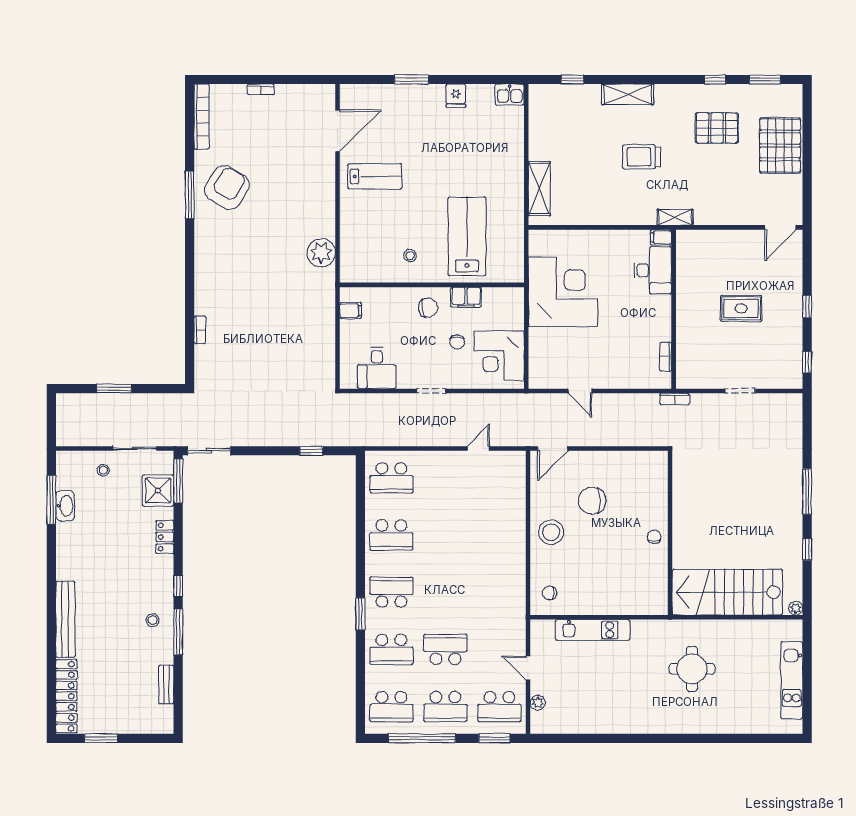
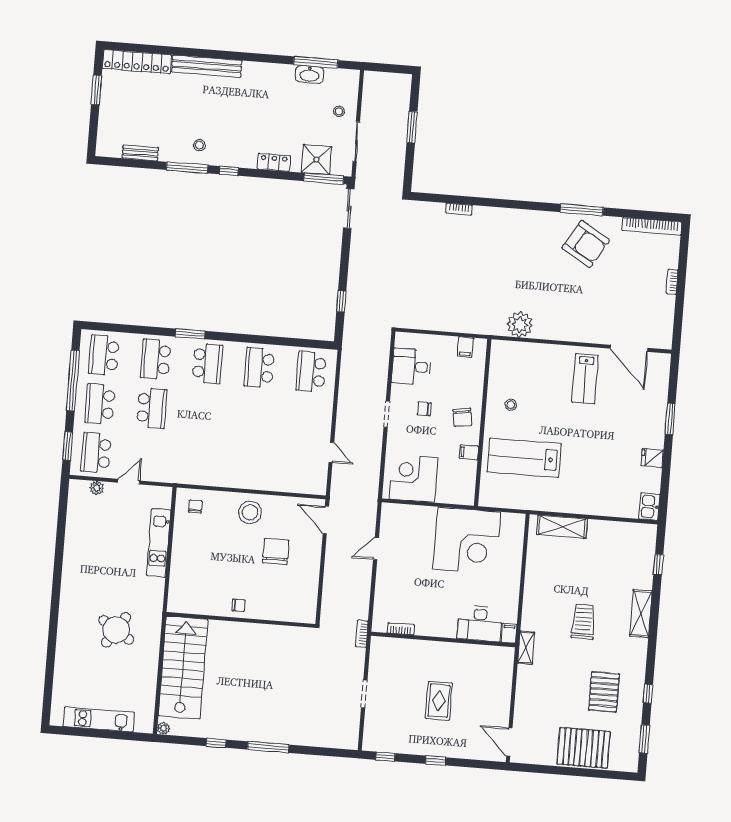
lab bench: (467, 236) -> (524, 458), turned 180
filing cabinet: (466, 297) -> (469, 452), width x0.50
chair: (457, 342) -> (424, 409), moved
round table: (692, 669) -> (116, 630), turned 33

